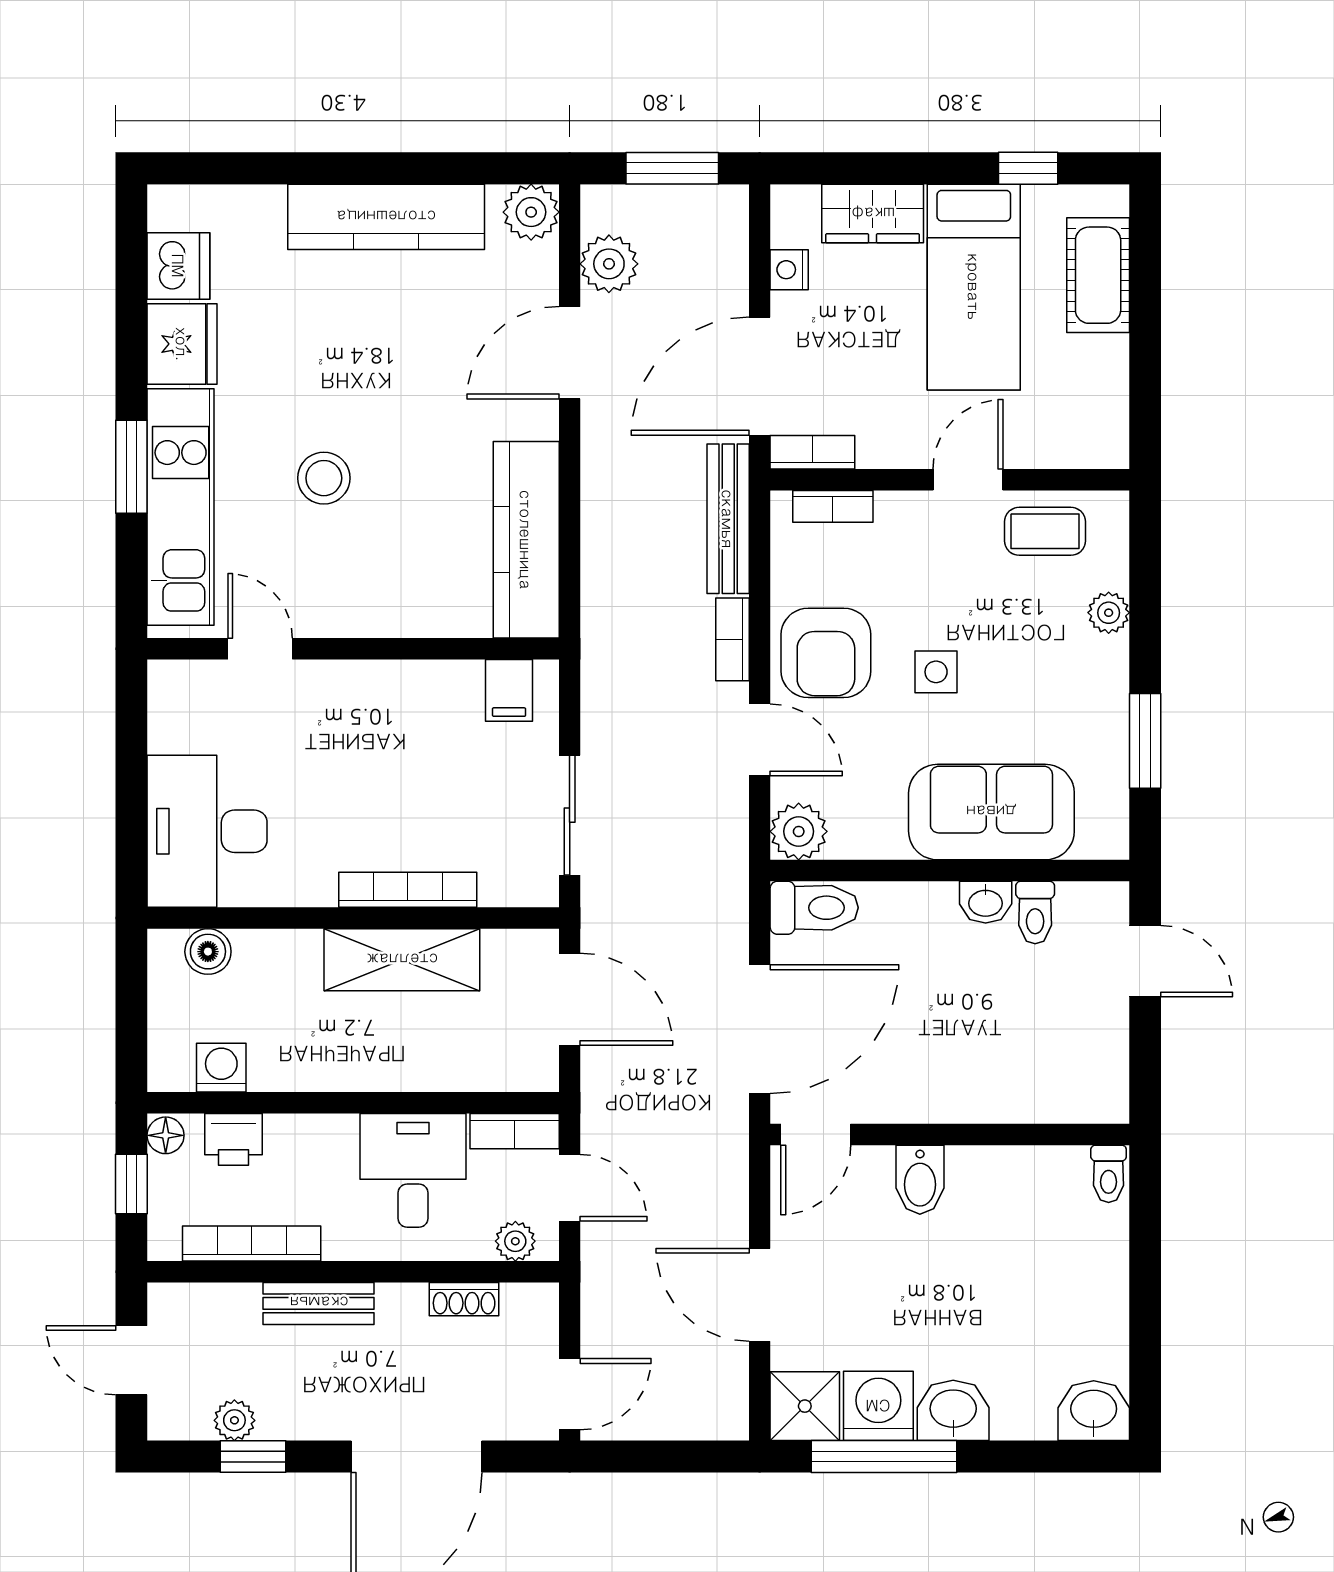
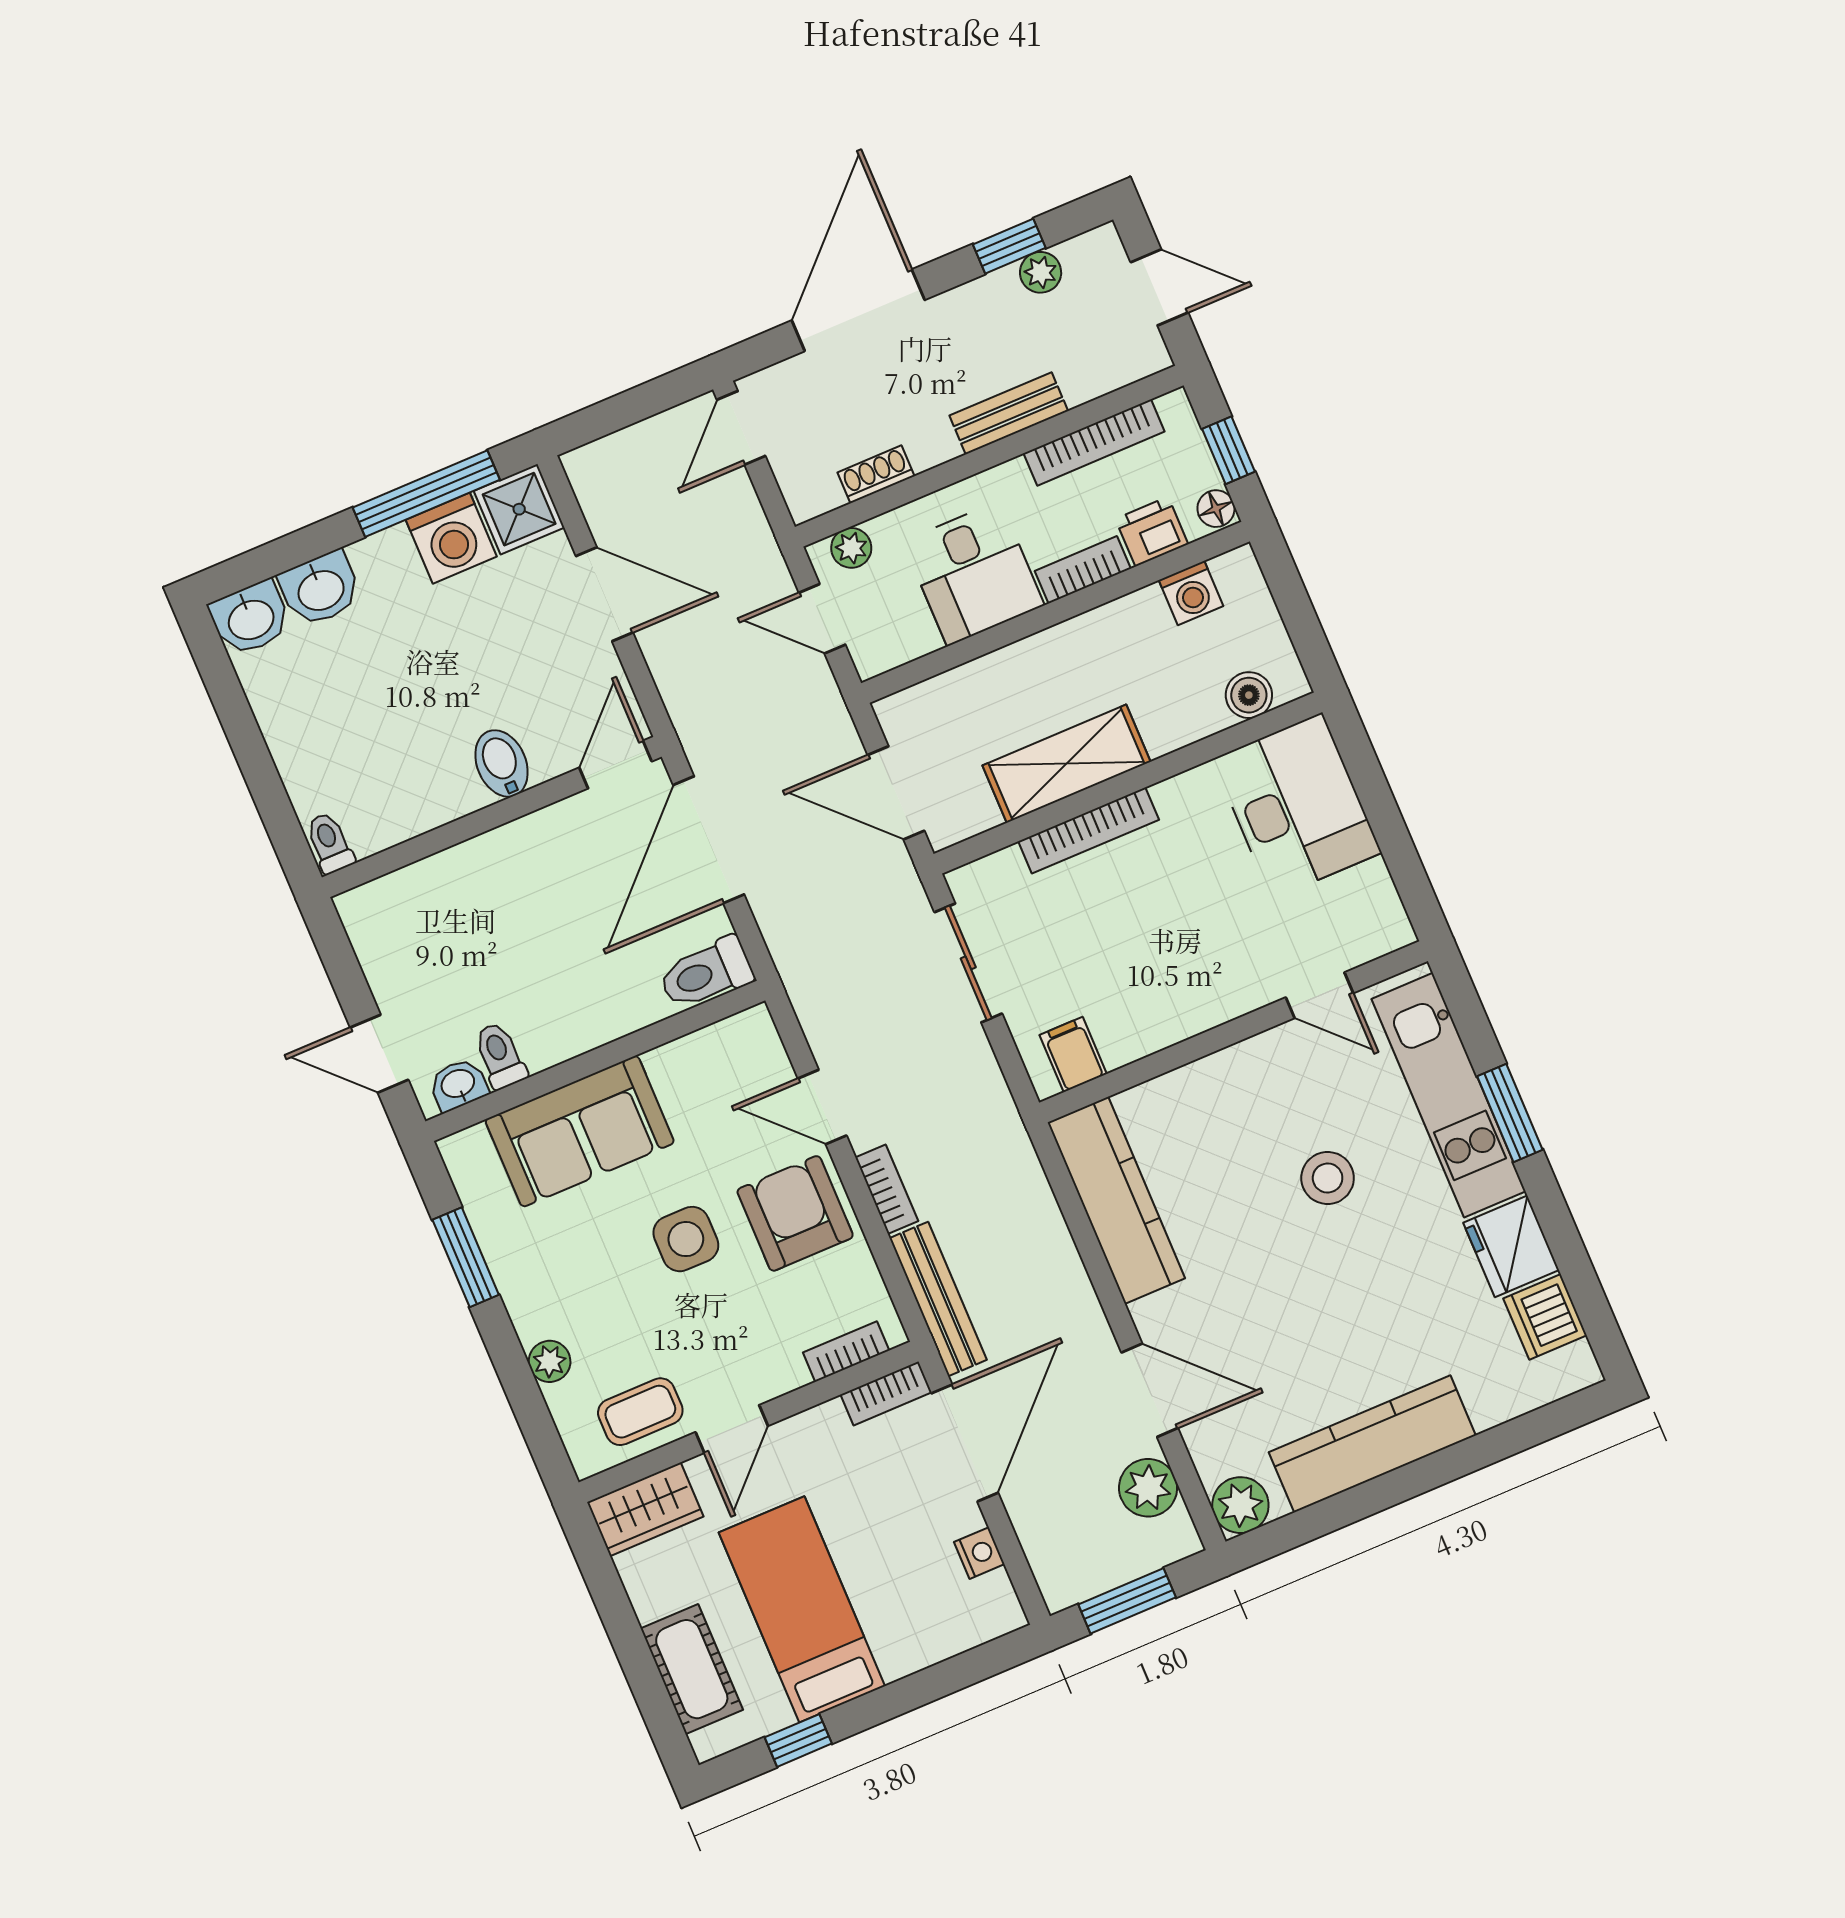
wardrobe: (873, 214) -> (645, 1509), moved, turned 180
door: (570, 353) -> (1150, 1390), hinge flipped
side table: (936, 672) -> (686, 1239), width x1.37, depth x1.37
plant: (799, 831) -> (750, 1038), removed
washbasin: (986, 902) -> (458, 1085), moved
bookcase: (515, 1131) -> (1083, 570), moved
washbasin: (953, 1410) -> (320, 589), moved

